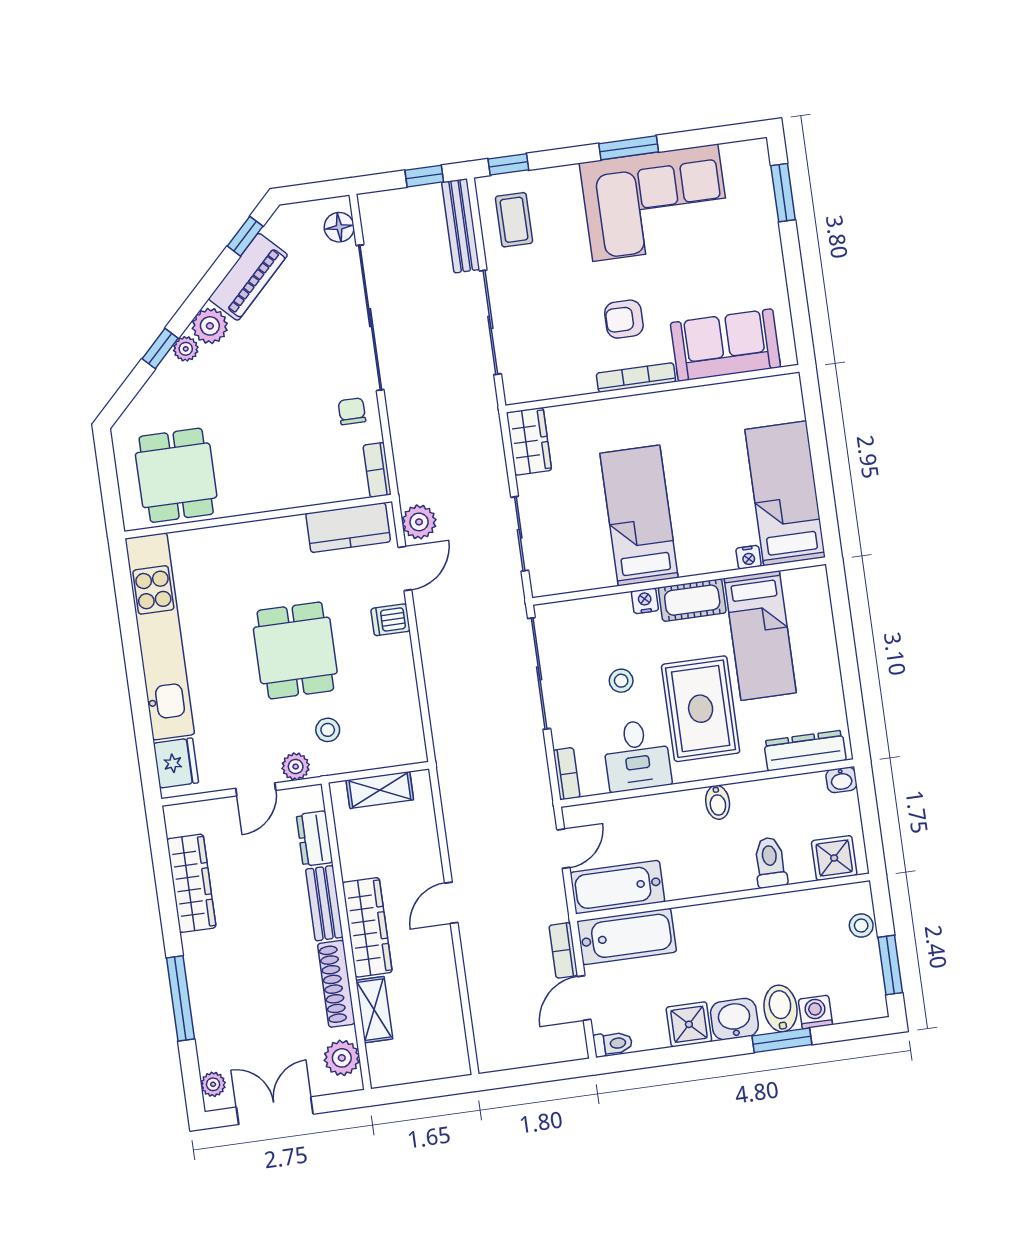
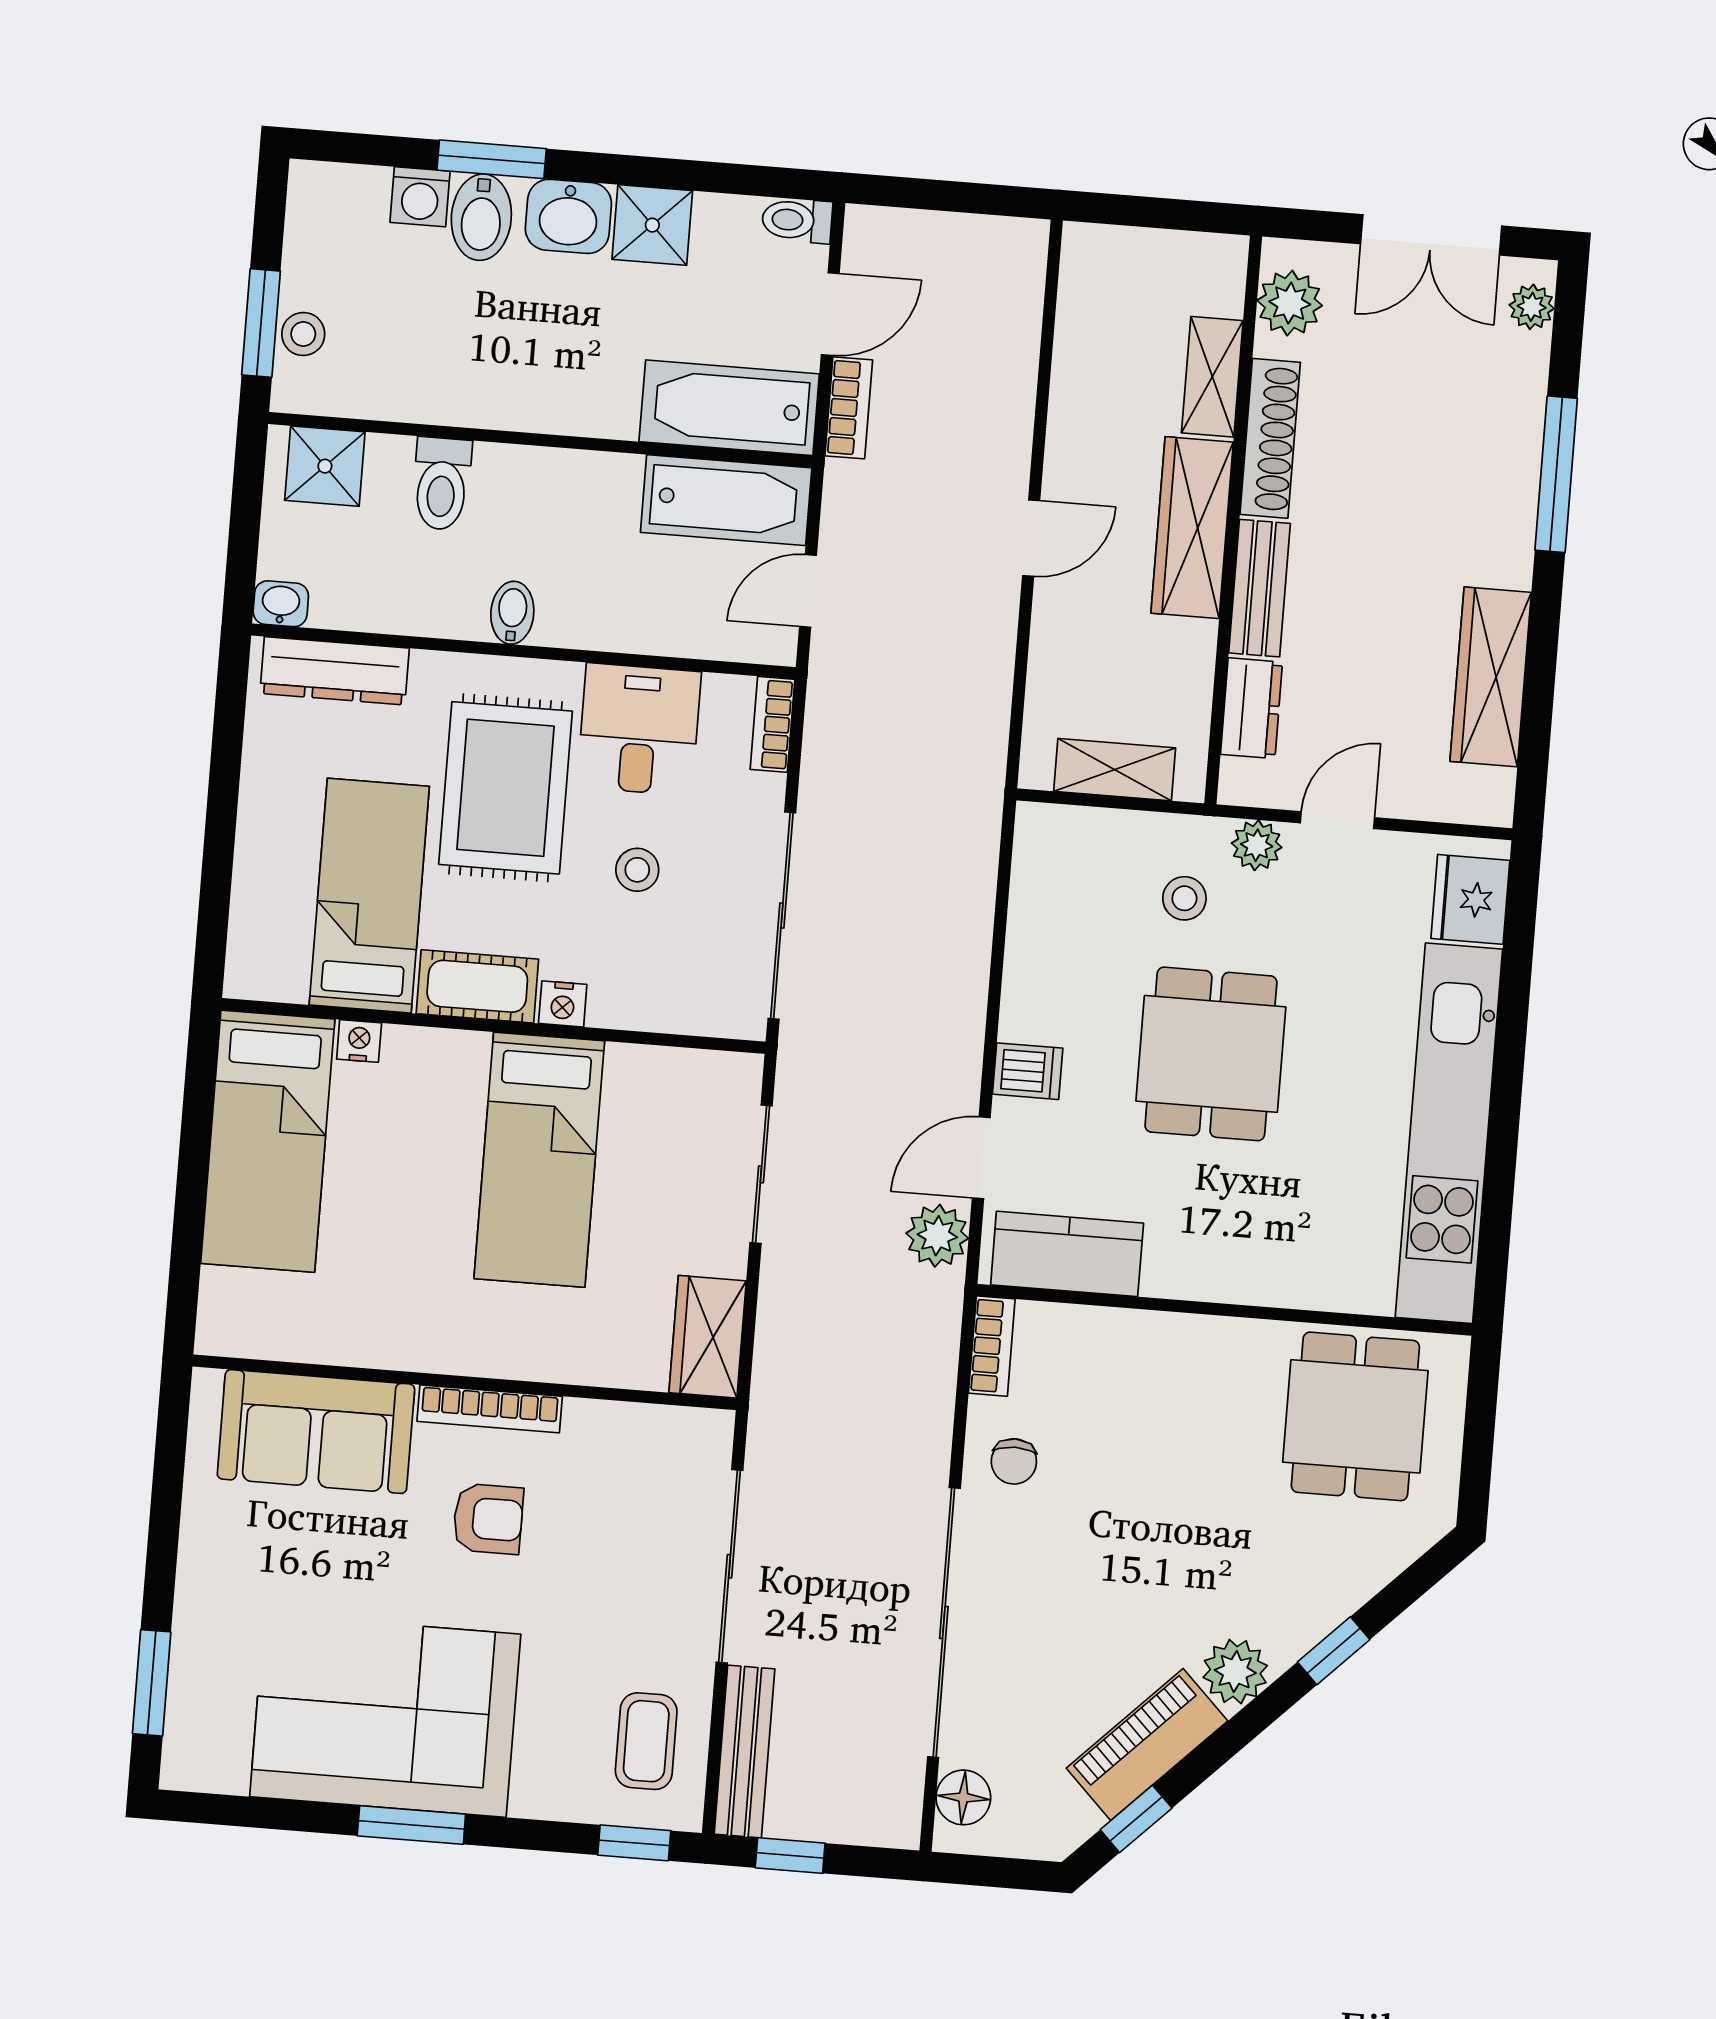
plant: (186, 349) -> (1288, 1640), removed
window: (890, 965) -> (261, 323), moved

